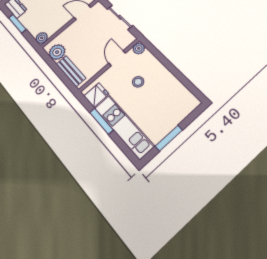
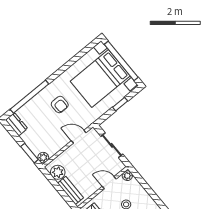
window: (17, 24) -> (29, 153), moved
door: (117, 58) -> (109, 183), hinge flipped

